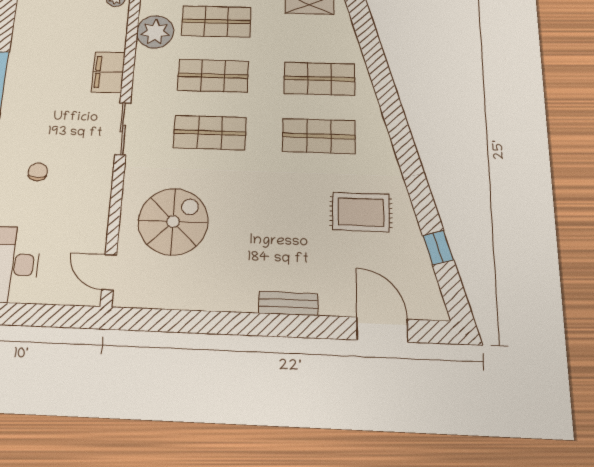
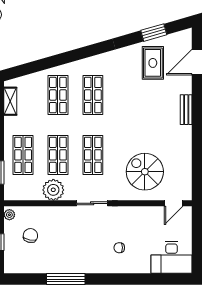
chair: (77, 29) -> (30, 236), added
plant: (155, 32) -> (53, 190), moved
filing cabinet: (108, 72) -> (58, 215), removed
rug: (361, 212) -> (153, 63), moved
window: (438, 248) -> (154, 33), width x1.50

